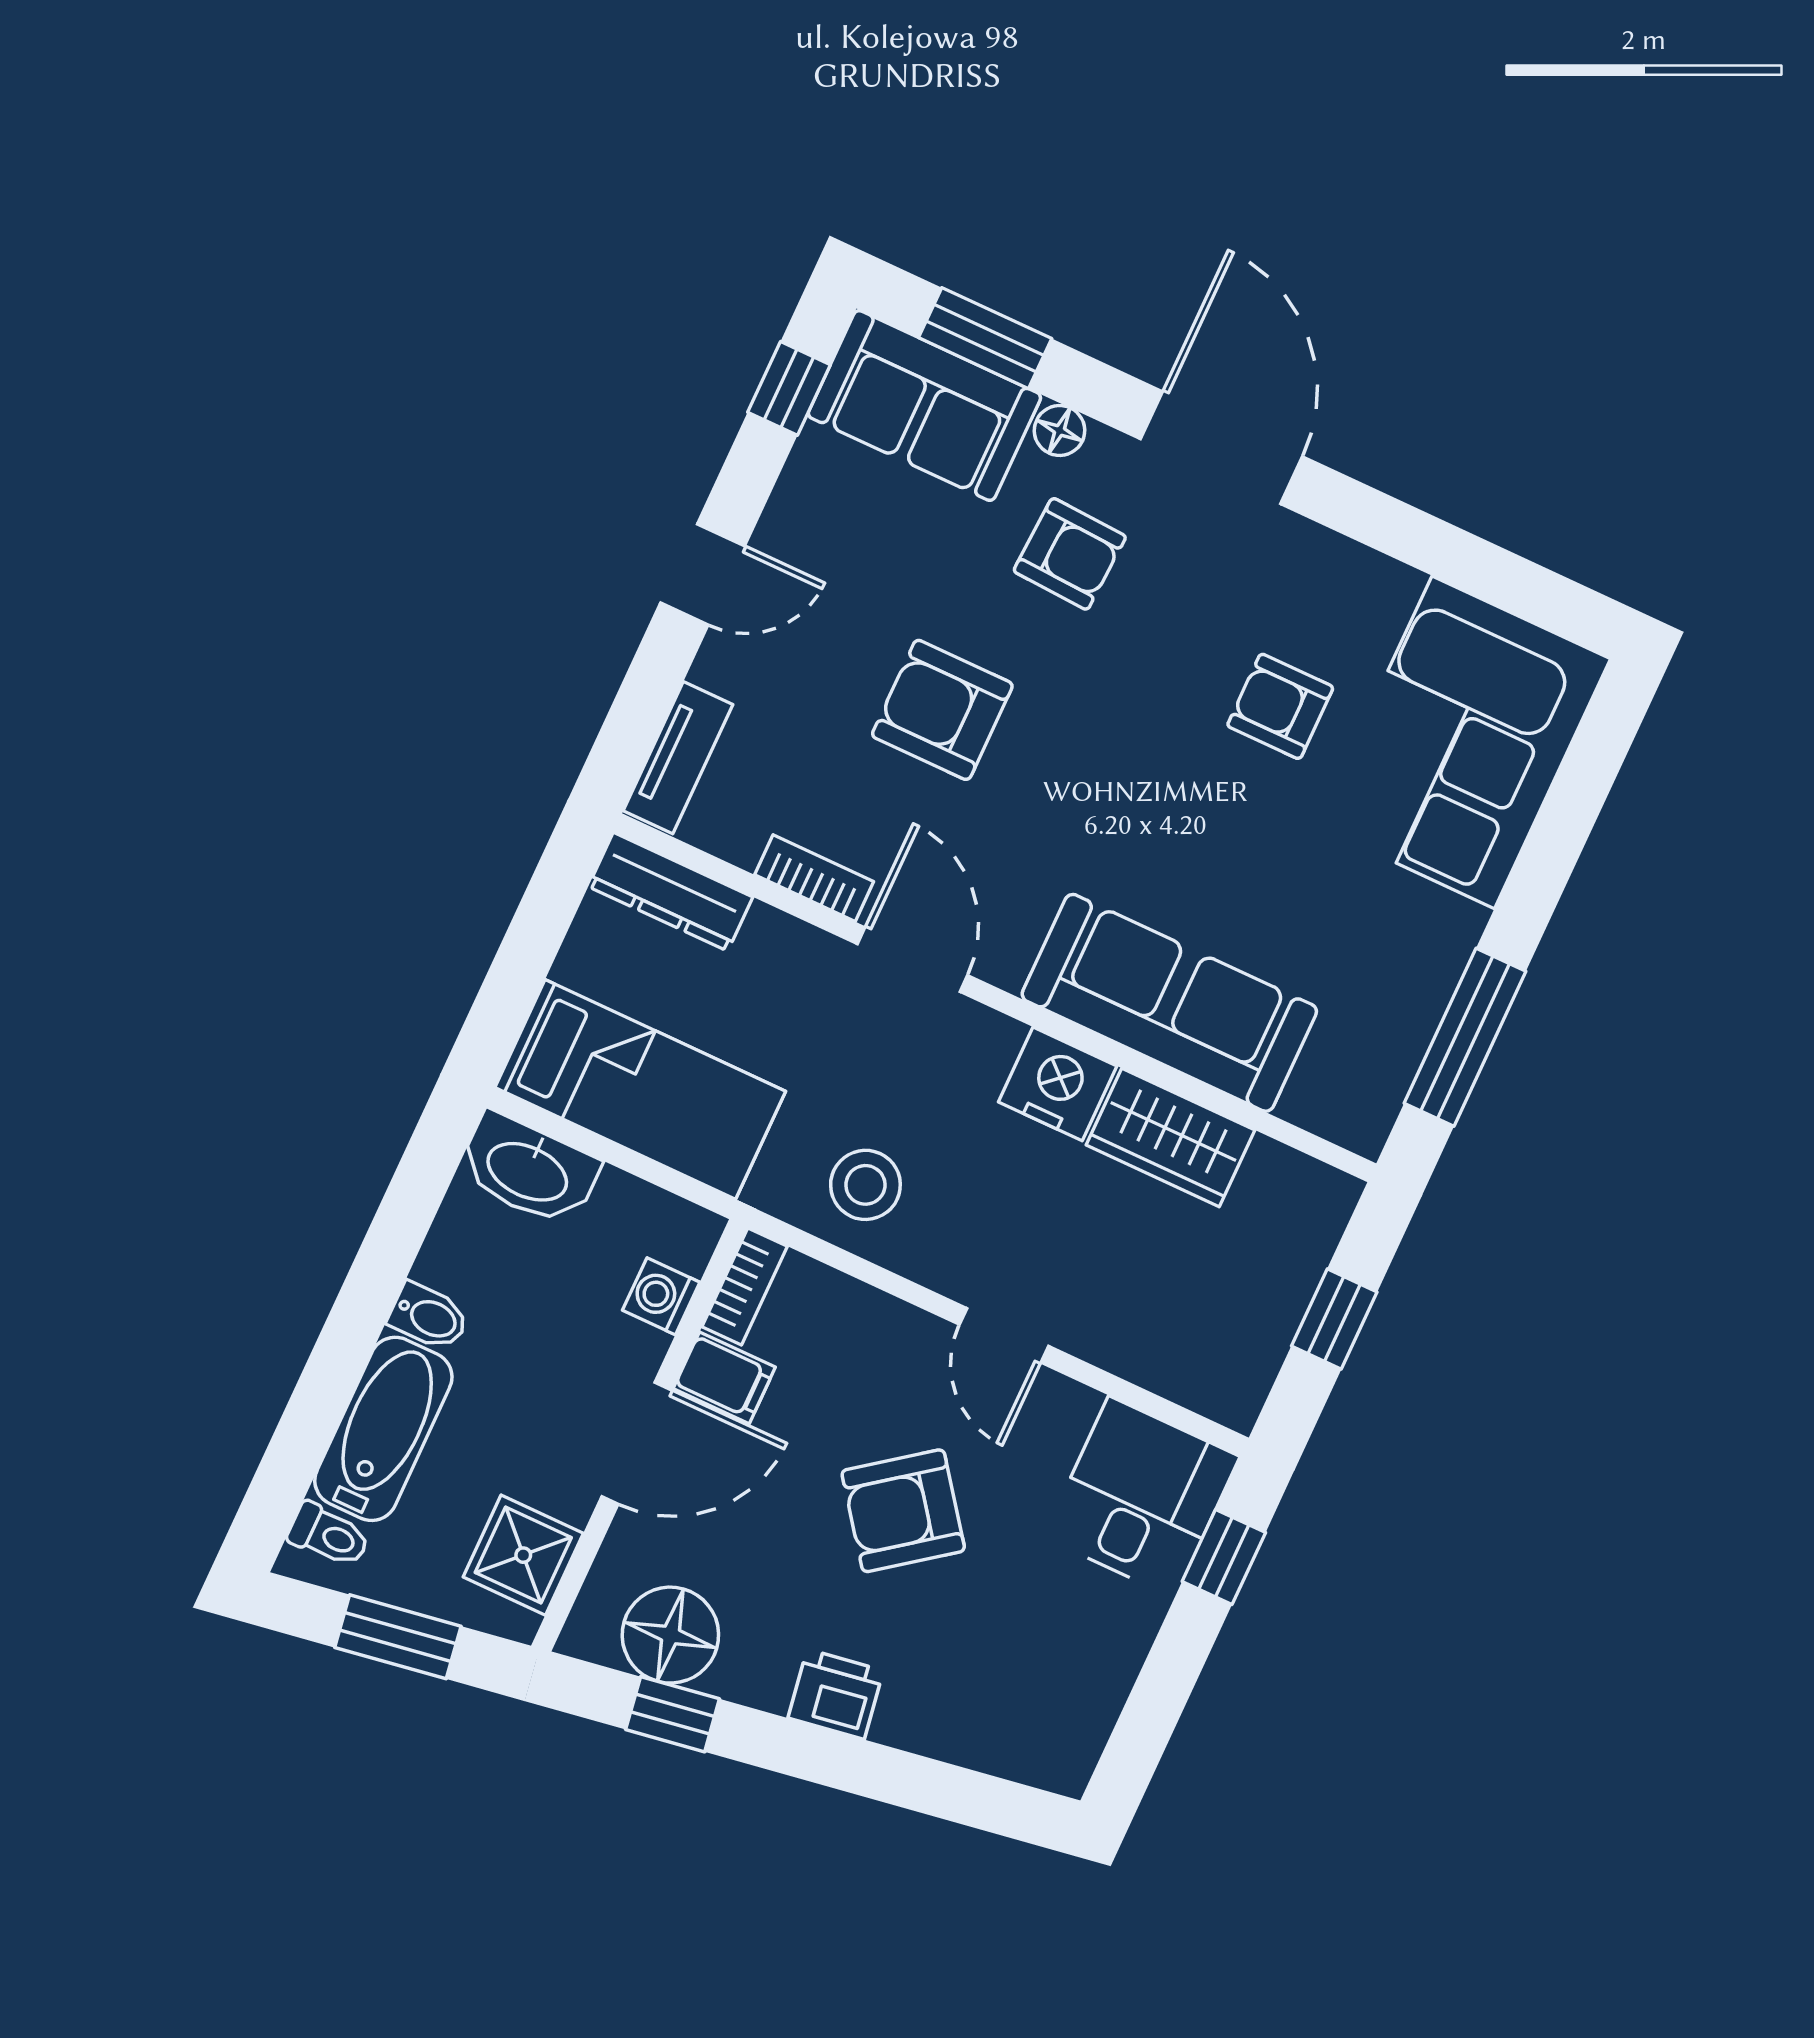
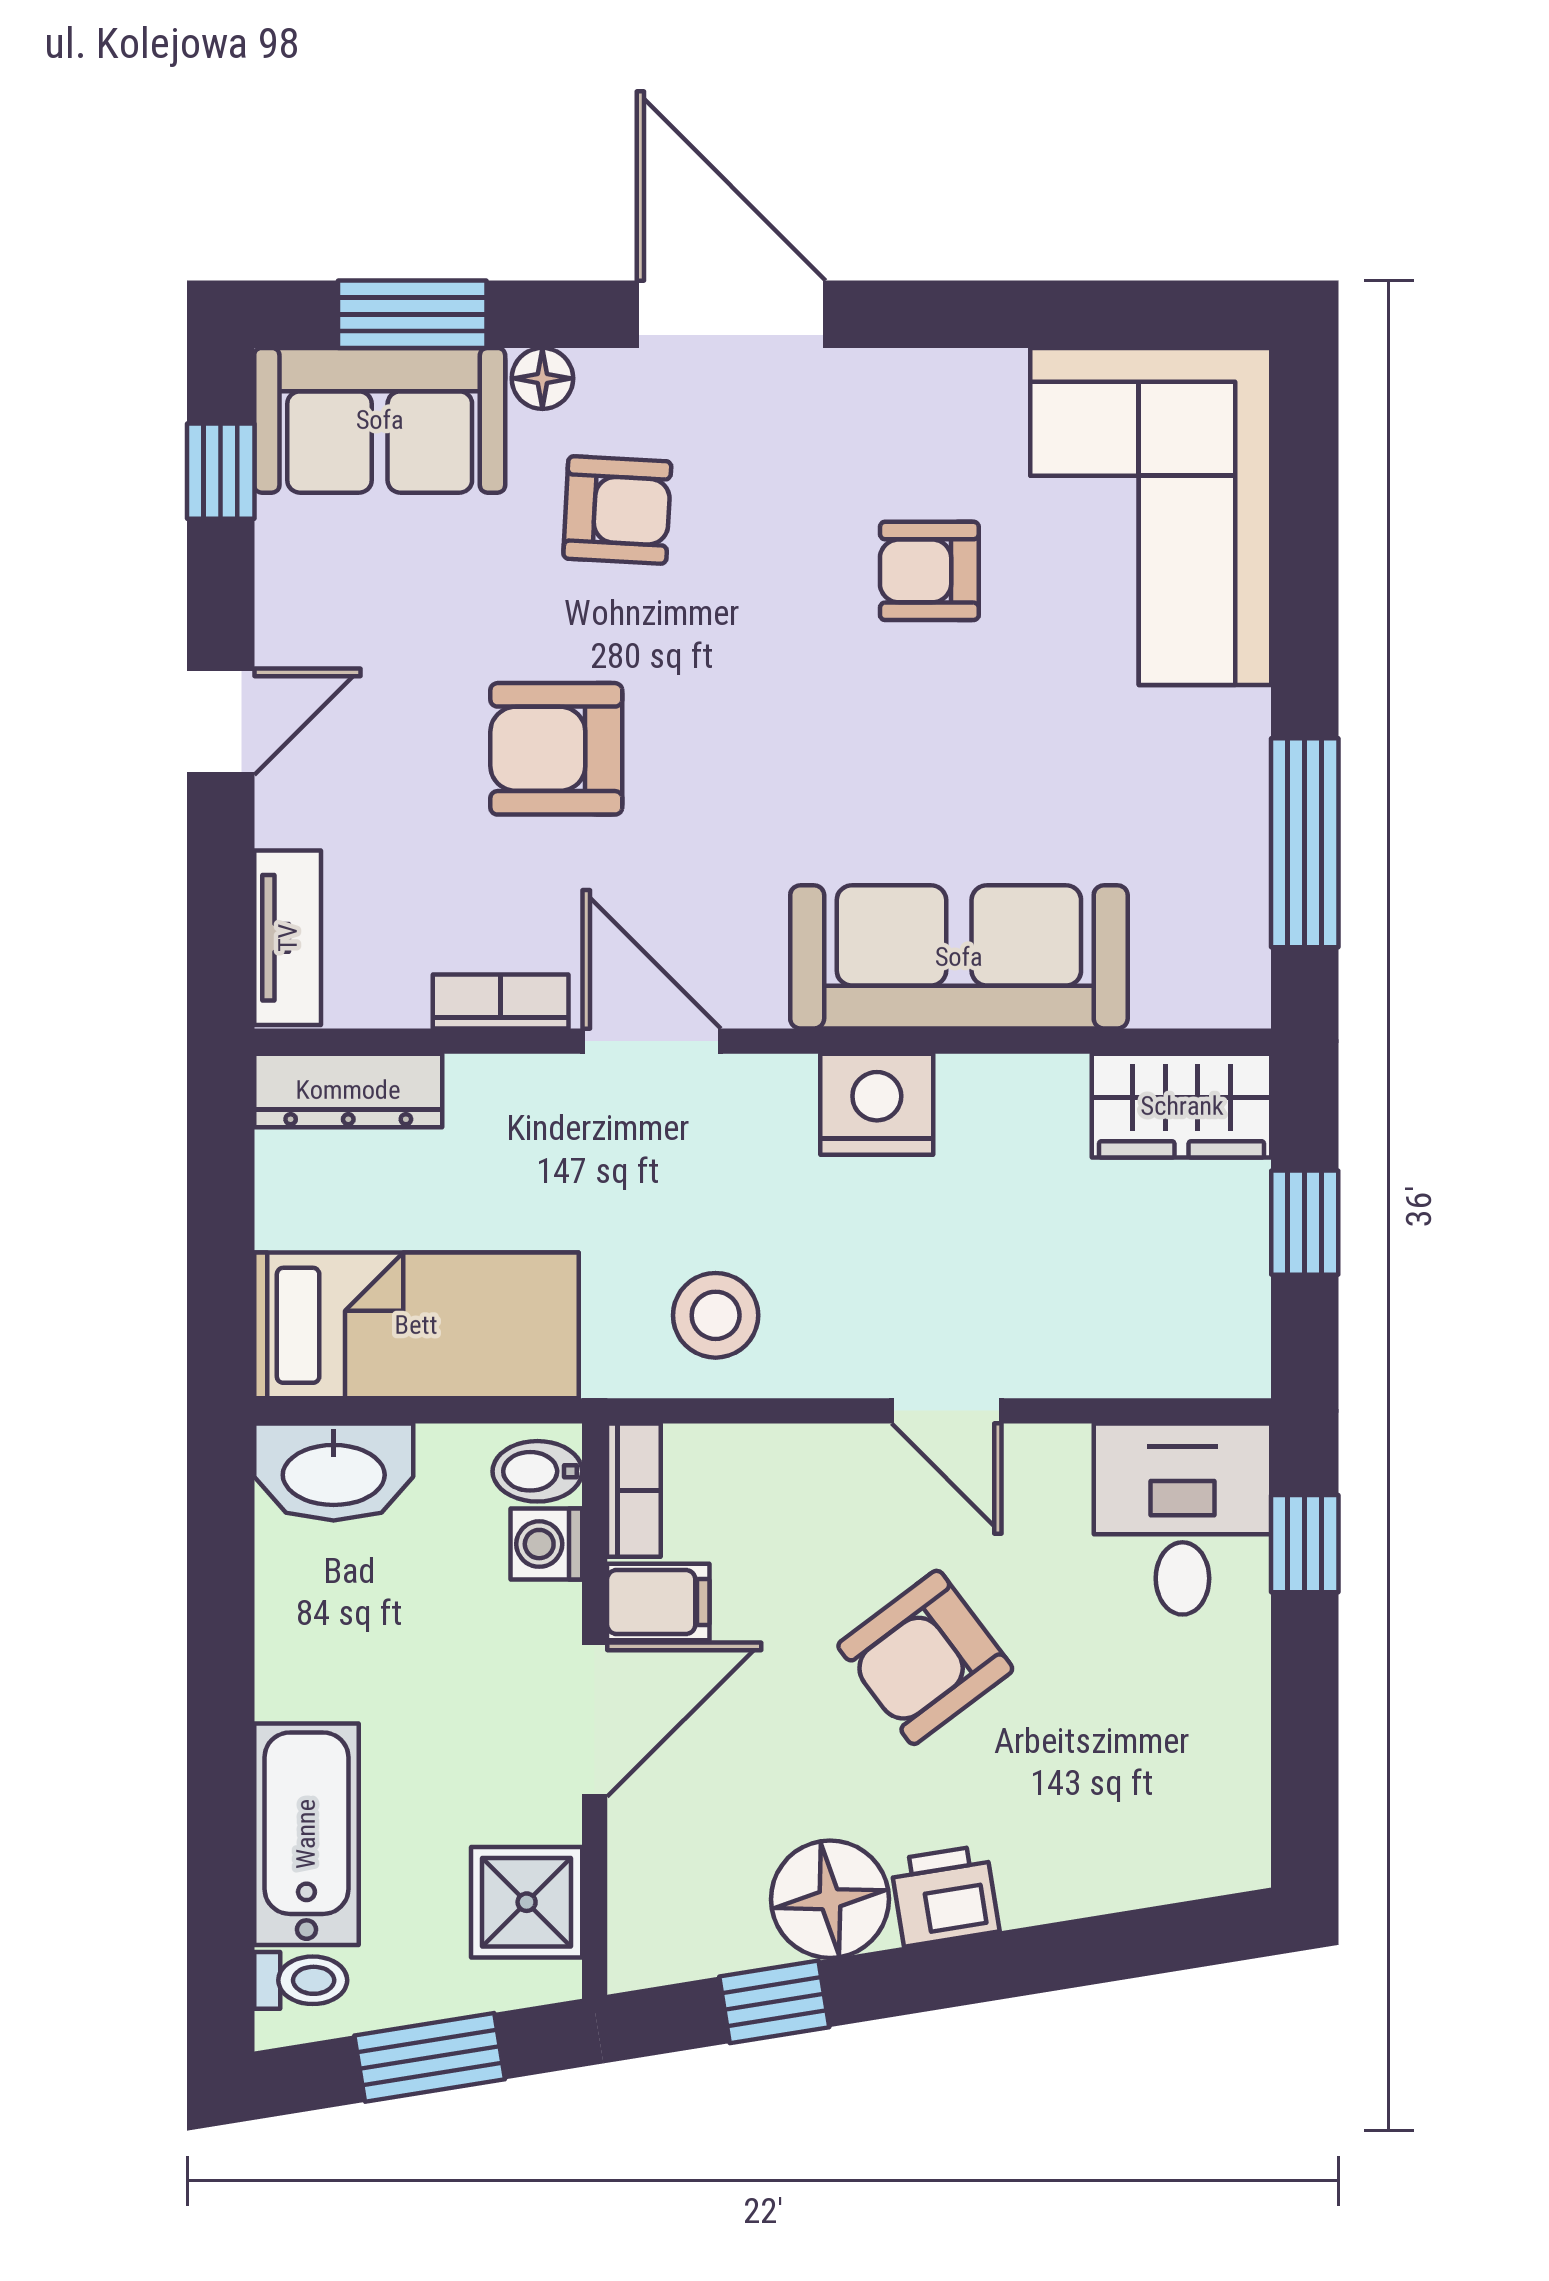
wardrobe: (1170, 1138) -> (1182, 1106), moved
bidet: (429, 1317) -> (537, 1471), moved, turned 180
floor lamp: (670, 1635) -> (830, 1899), moved

